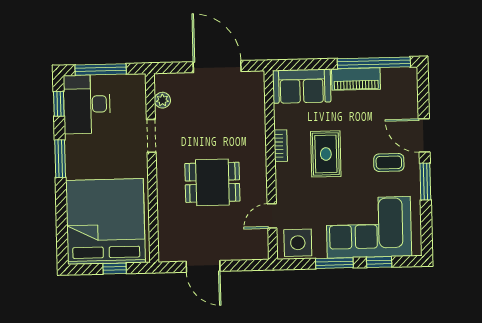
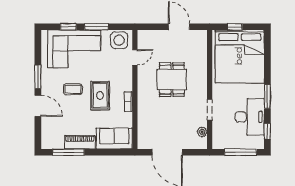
window: (374, 63) -> (68, 152), width x0.68
desk: (87, 104) -> (250, 117), moved
coffee table: (389, 163) -> (73, 89), moved
dining table: (212, 182) -> (172, 80), turned 90

